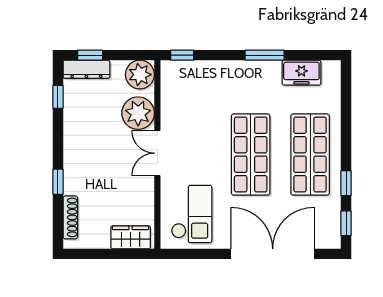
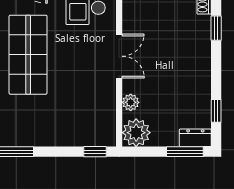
window: (90, 55) -> (185, 152), width x1.50
dresser: (86, 69) -> (195, 138), width x0.70
plant: (138, 113) -> (131, 102), width x0.53, depth x0.53

